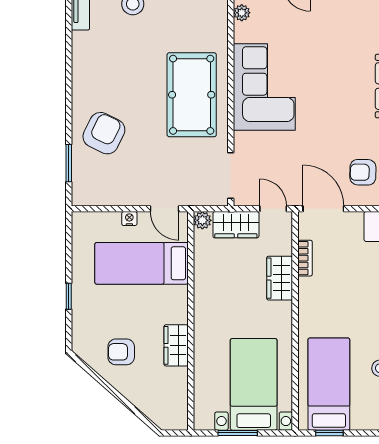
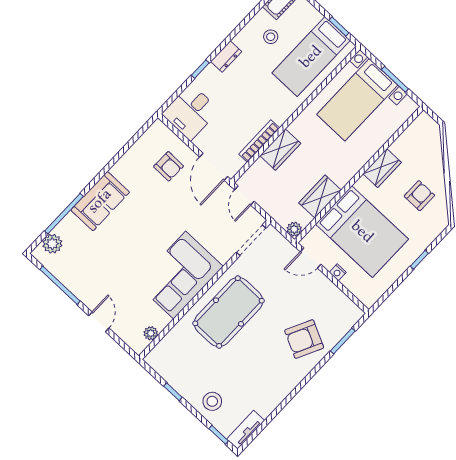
door: (164, 209) -> (311, 258), swing flipped
wardrobe: (236, 225) -> (320, 196), moved, turned -90
bookcase: (305, 258) -> (259, 141), width x1.56
bed: (142, 263) -> (362, 232), width x1.50
armchair: (121, 352) -> (419, 196), turned -90

